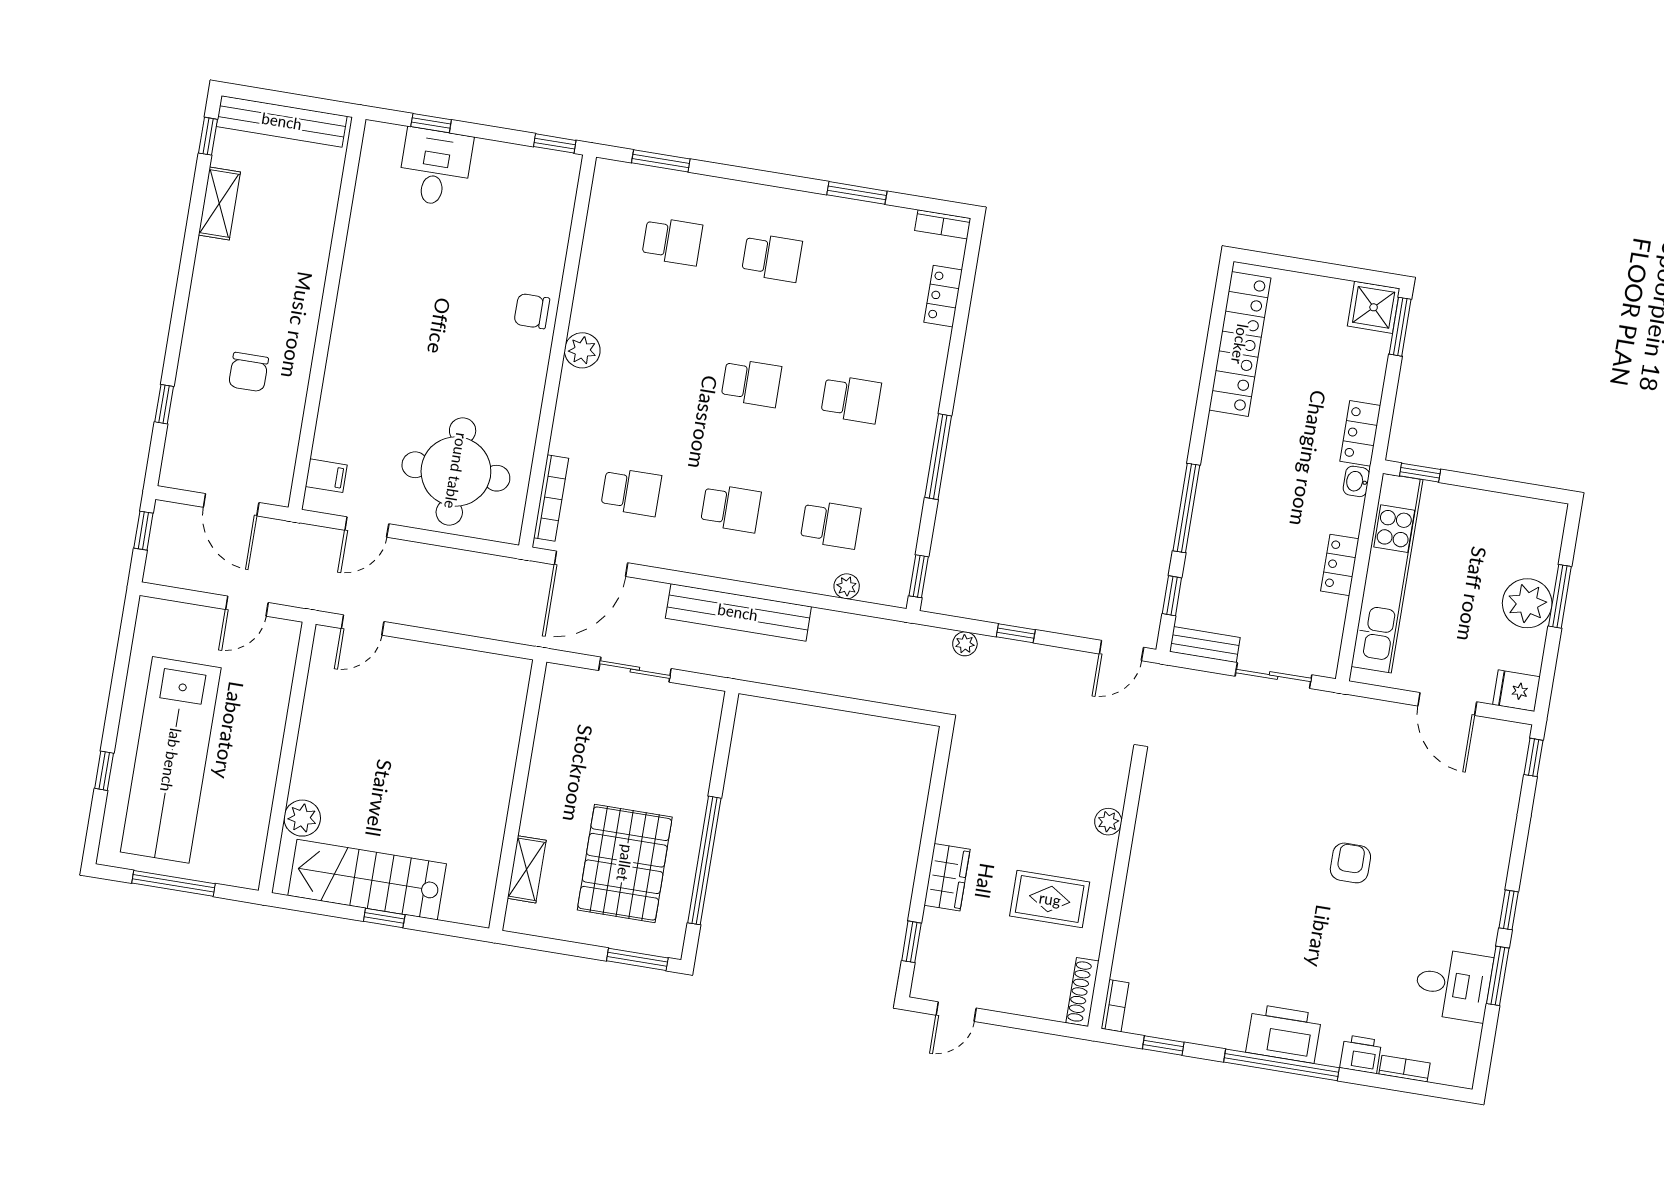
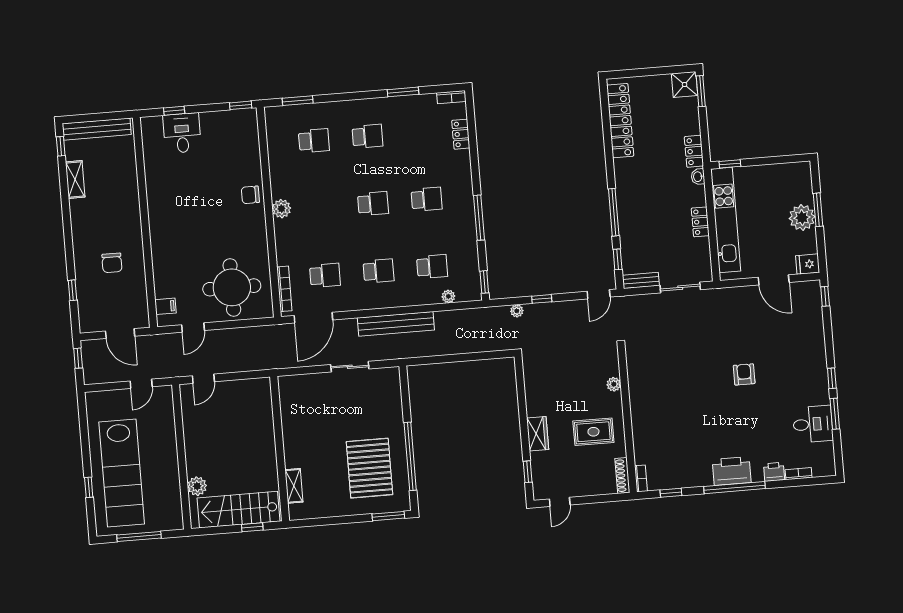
wall: (518, 795) -> (280, 449), moved
shelving: (527, 869) -> (294, 486), moved

